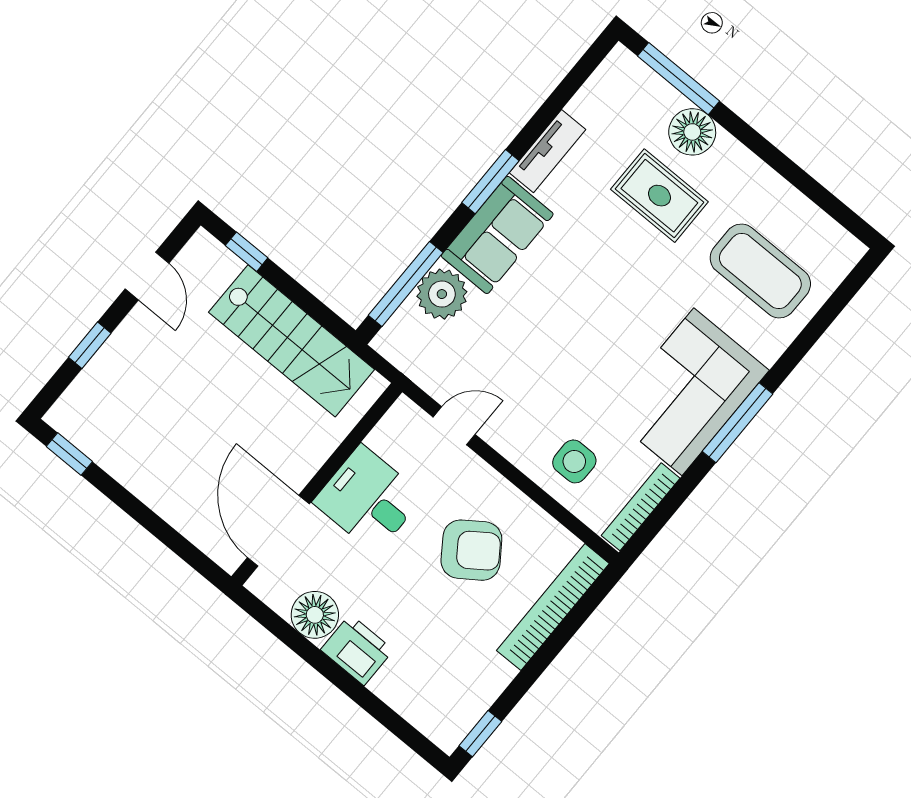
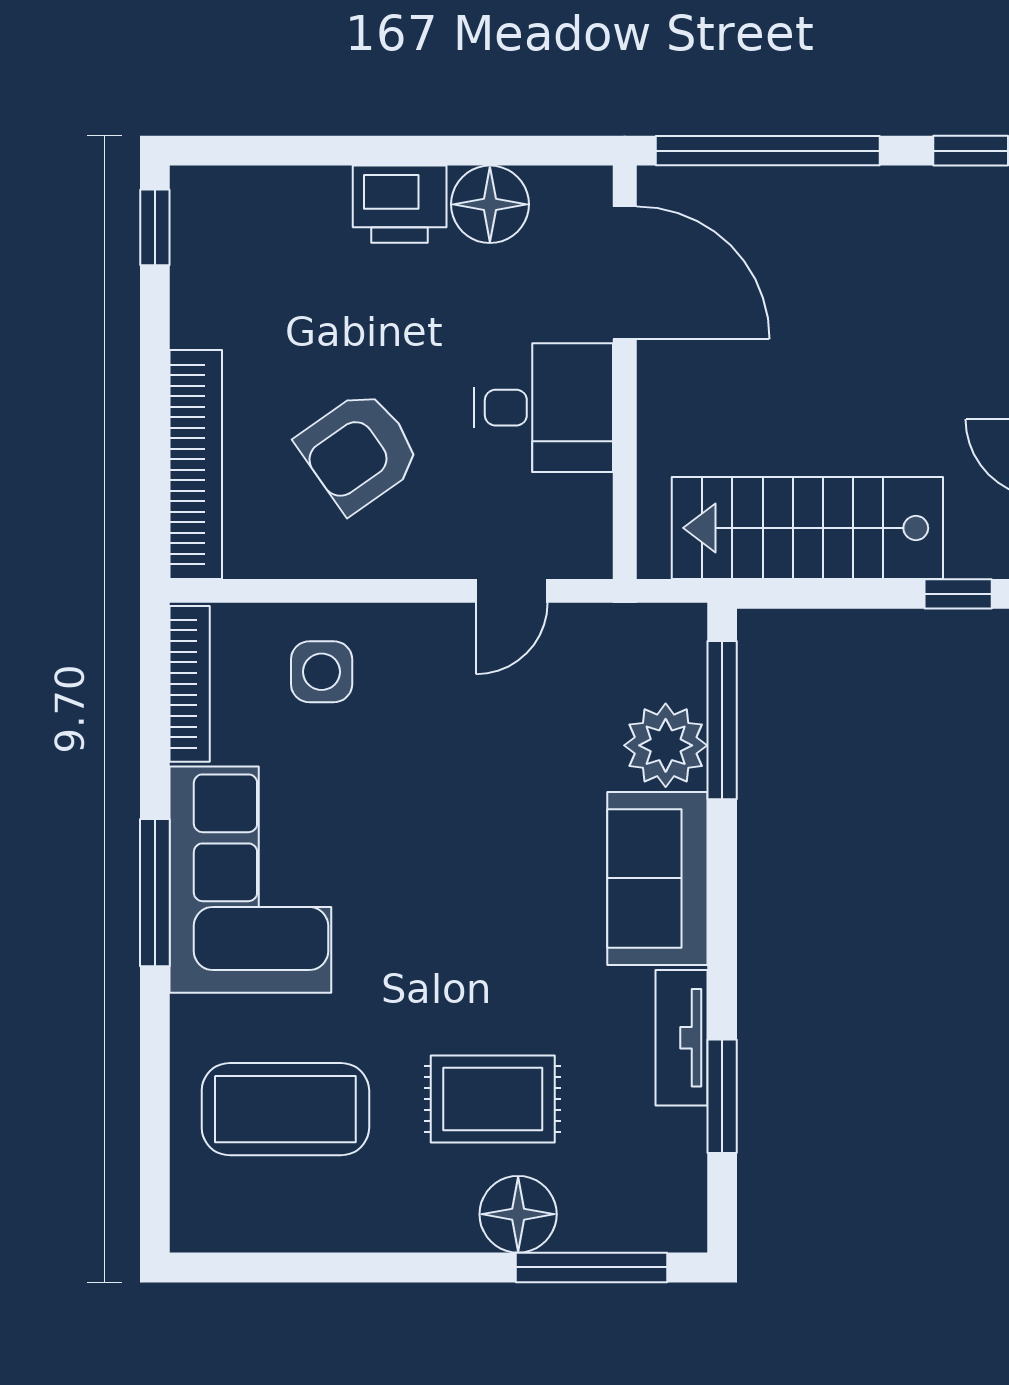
window: (490, 182) -> (722, 1096), moved
window: (164, 532) -> (768, 151), added

